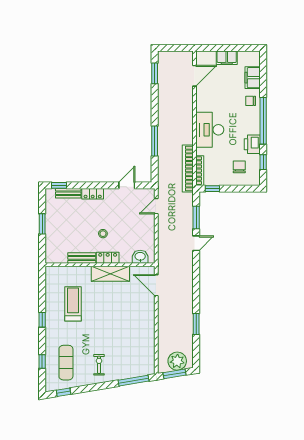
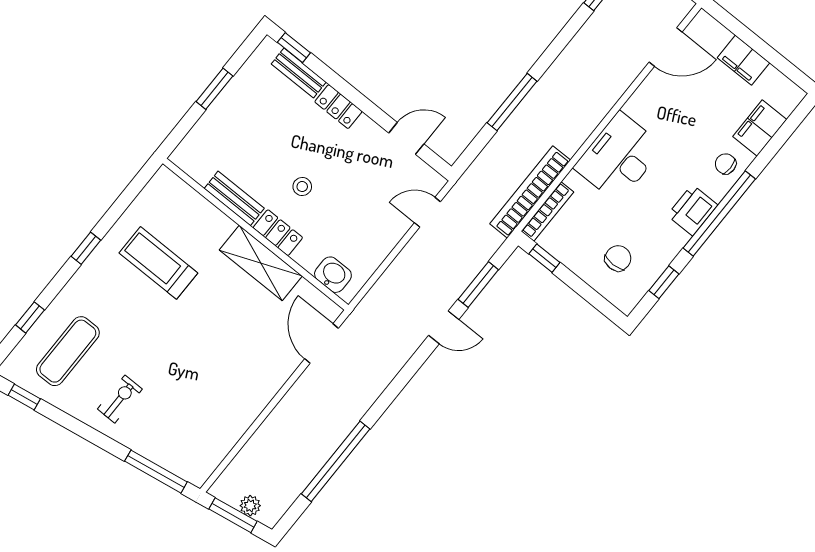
printer: (252, 144) -> (692, 210), moved
treadmill: (73, 304) -> (158, 263), turned -90
window: (196, 324) -> (336, 461), width x2.11
plant: (177, 361) -> (250, 506), width x0.53, depth x0.53

